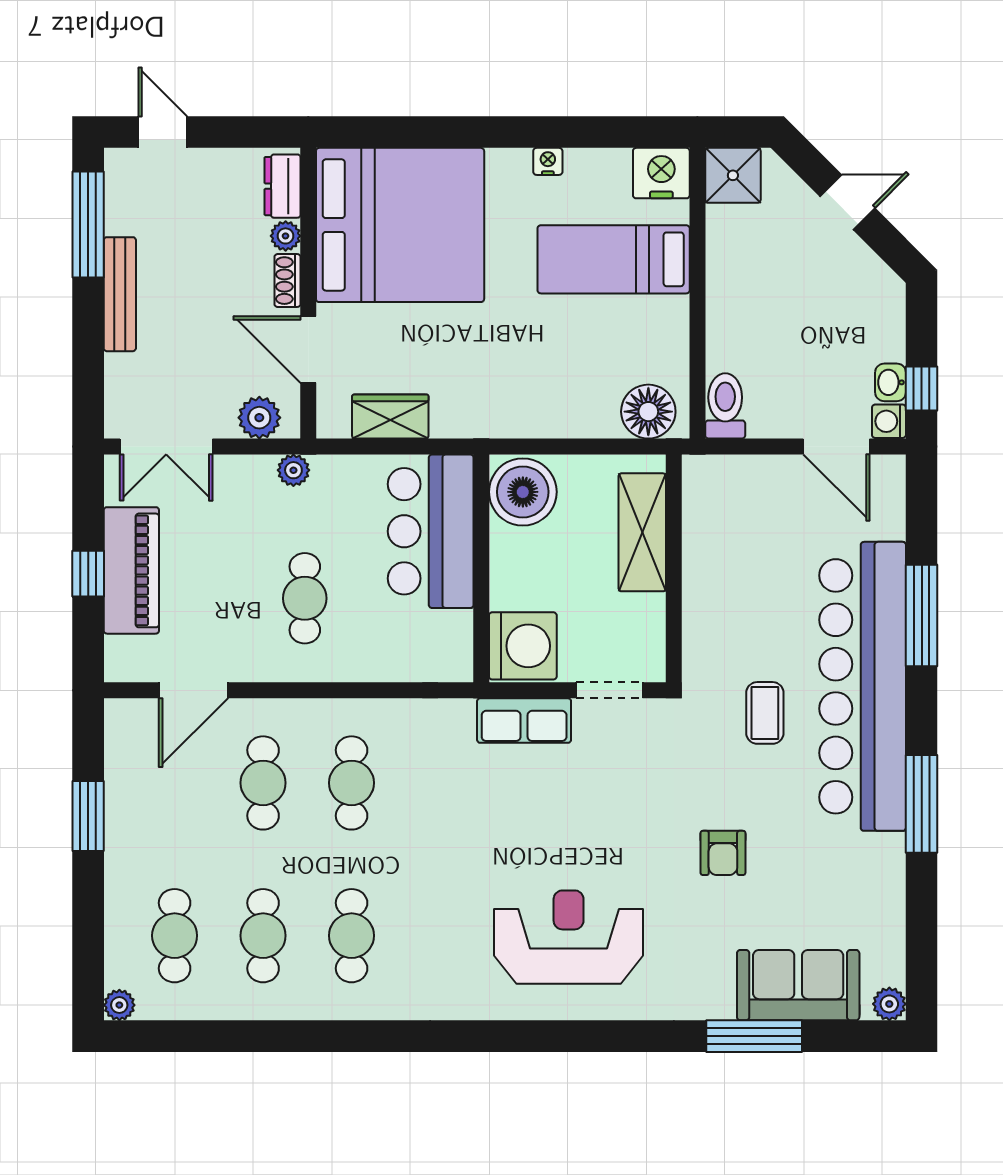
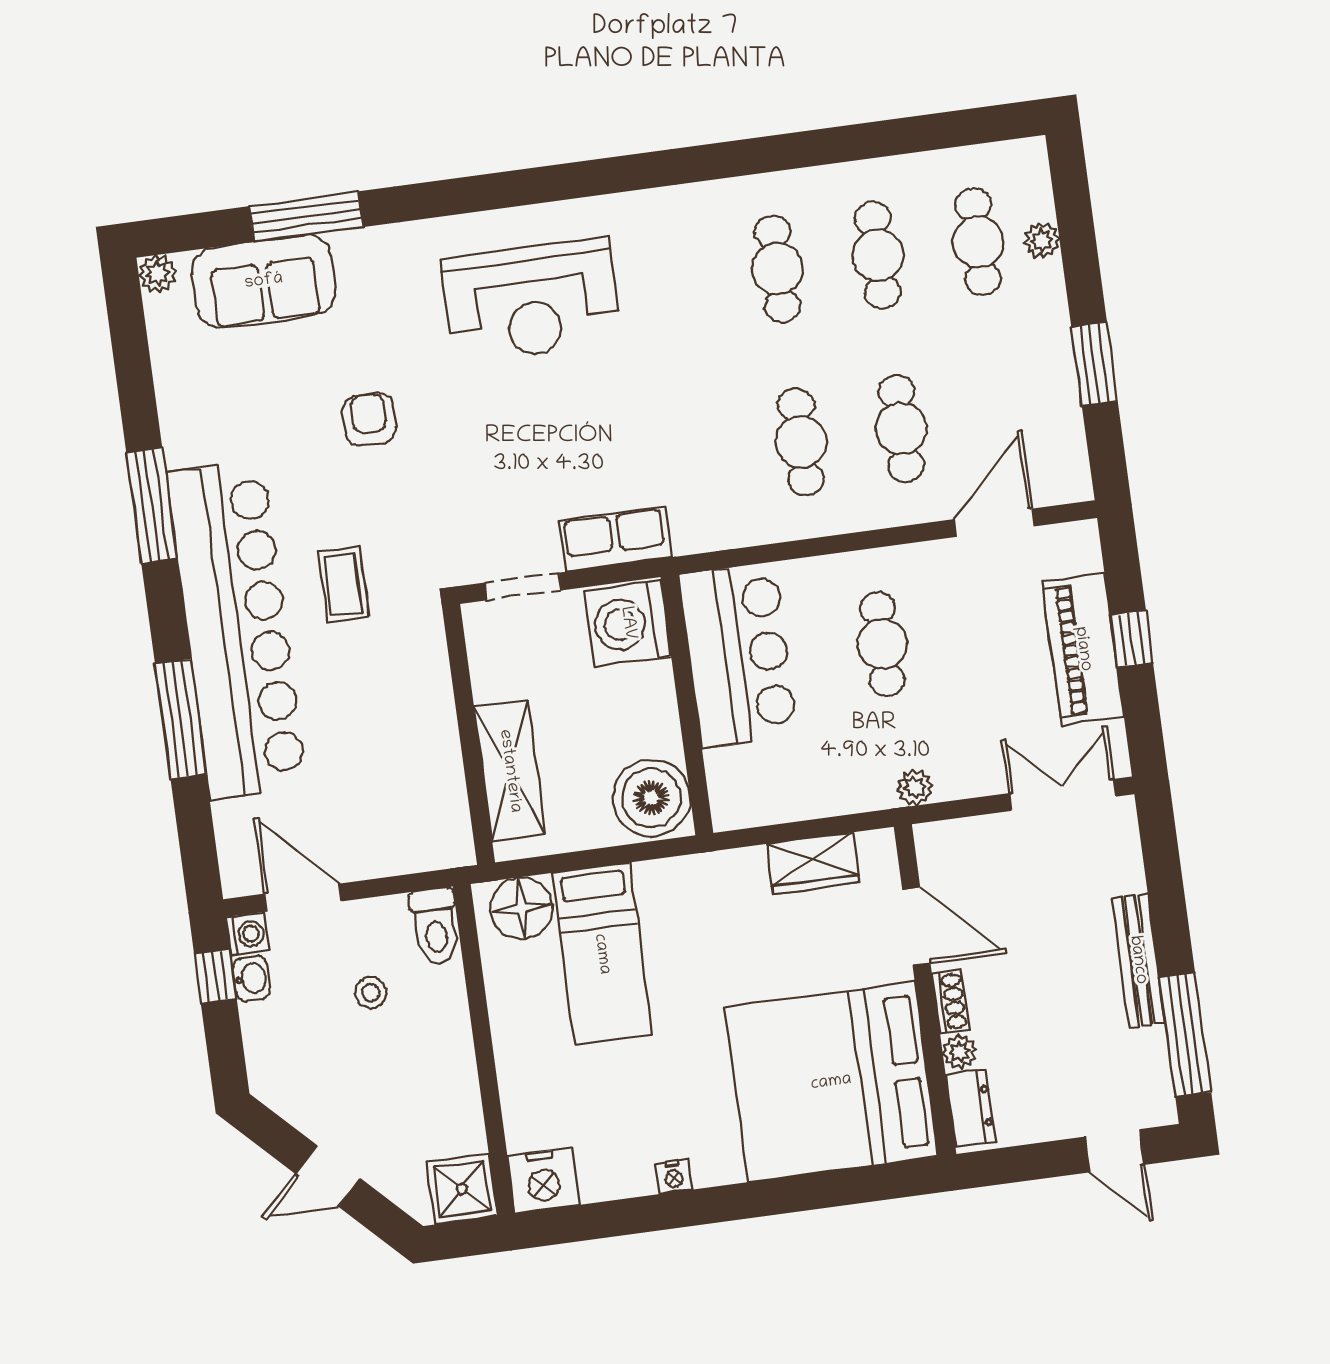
bed: (614, 259) -> (602, 954), moved, turned 90
stool: (789, 356) -> (371, 993), added
plant: (259, 418) -> (961, 842), removed
bar counter: (431, 531) -> (738, 655), moved
plant: (119, 1005) -> (1042, 240), moved

